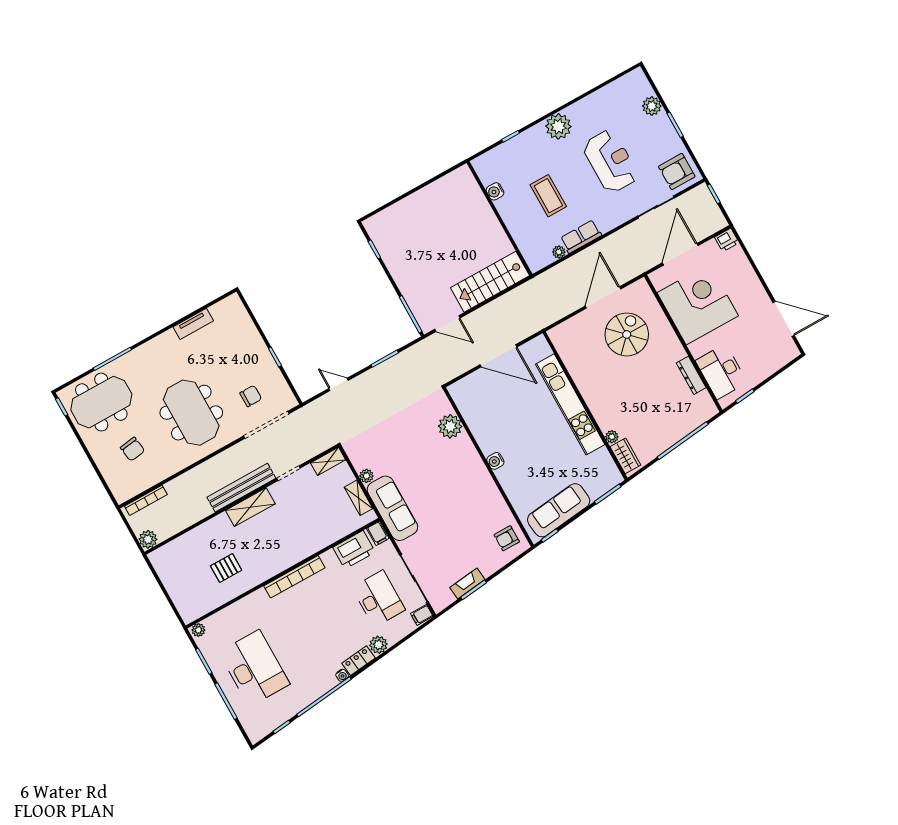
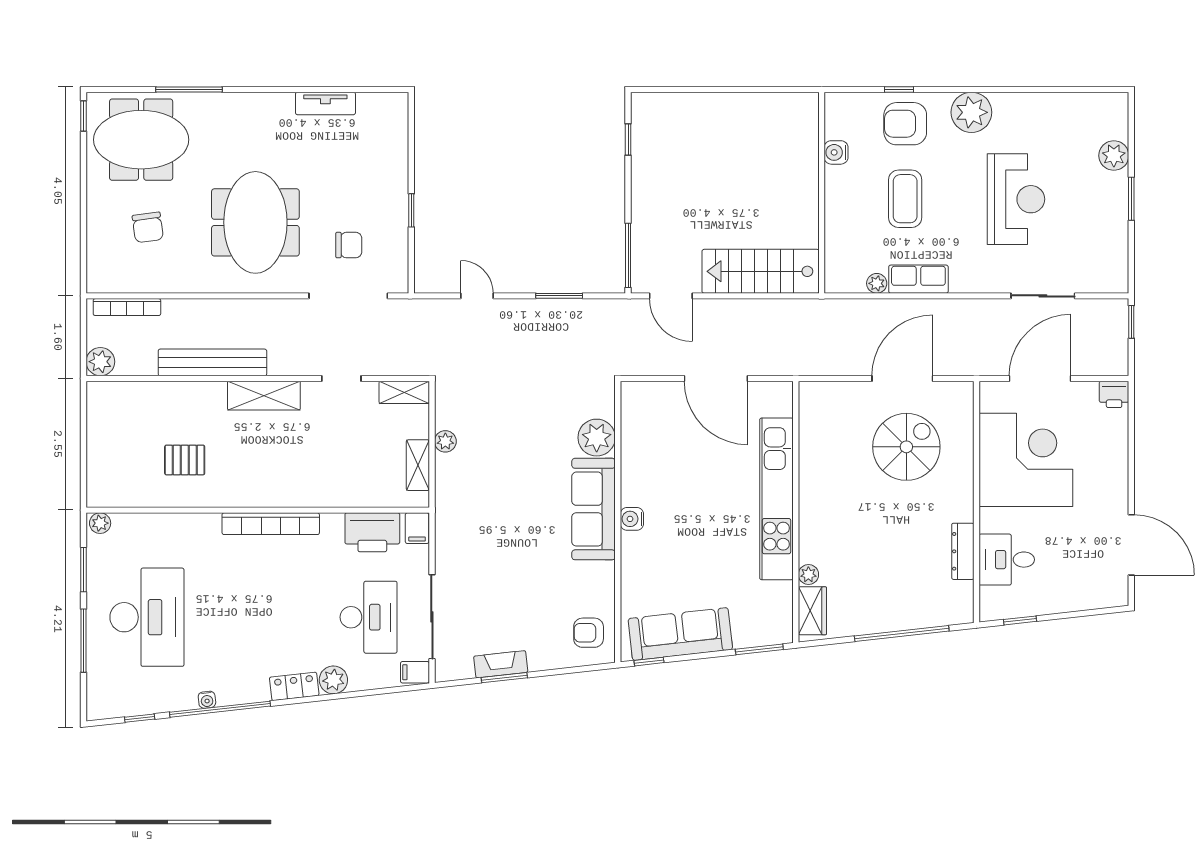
armchair: (677, 171) -> (905, 124), moved
desk: (721, 372) -> (1007, 560), width x0.73
bench: (241, 488) -> (212, 362), moved
sofa: (392, 508) -> (594, 509), moved, turned 180
water cooler: (342, 675) -> (207, 700), moved

